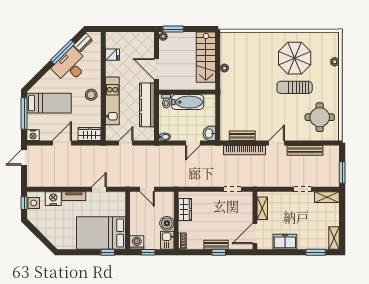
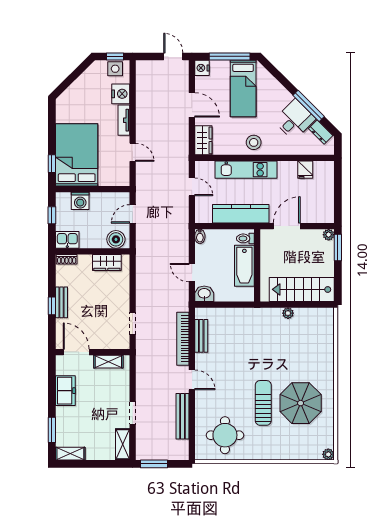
plant: (335, 62) -> (328, 454), moved
desk: (70, 66) -> (295, 120), width x0.73
boiler: (167, 223) -> (116, 239), moved
washing machine: (137, 243) -> (80, 201), moved, turned 90

